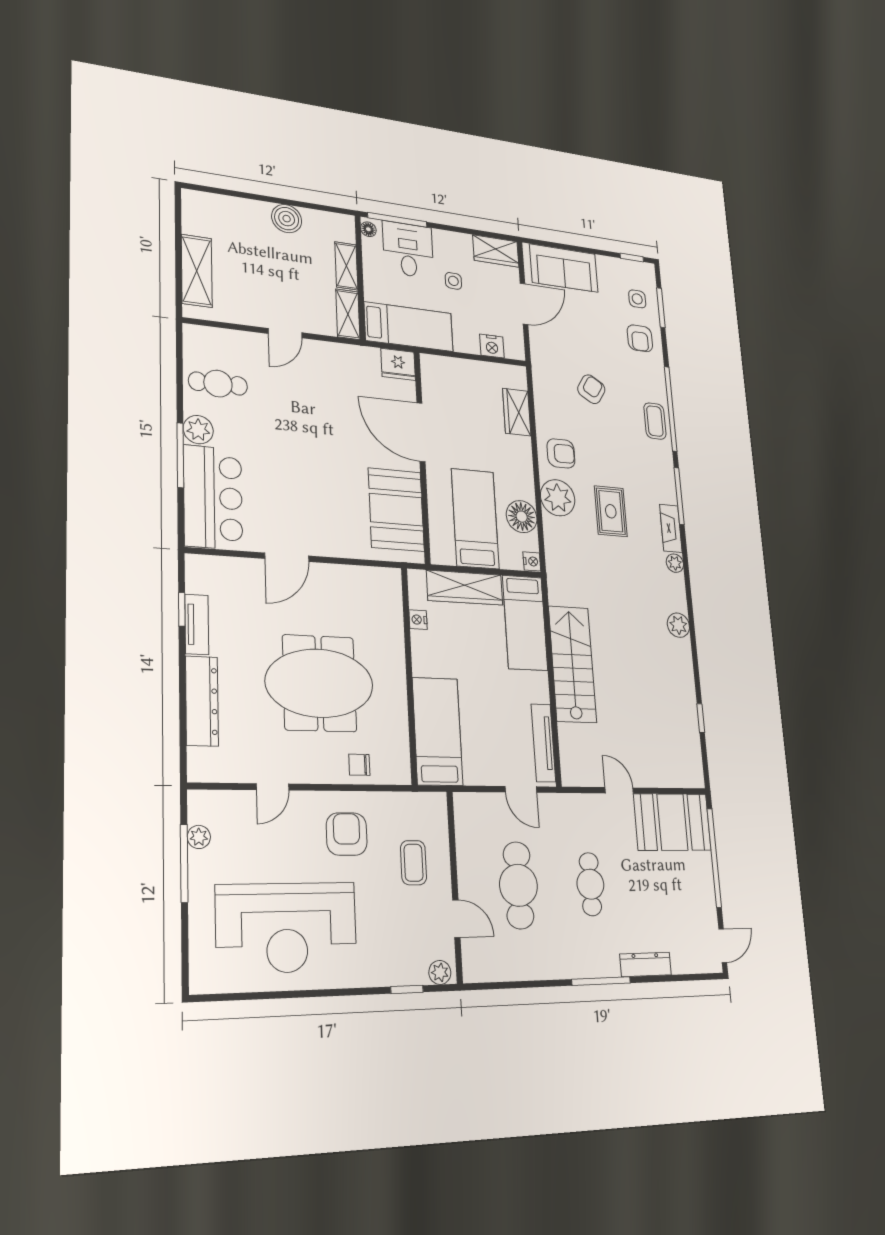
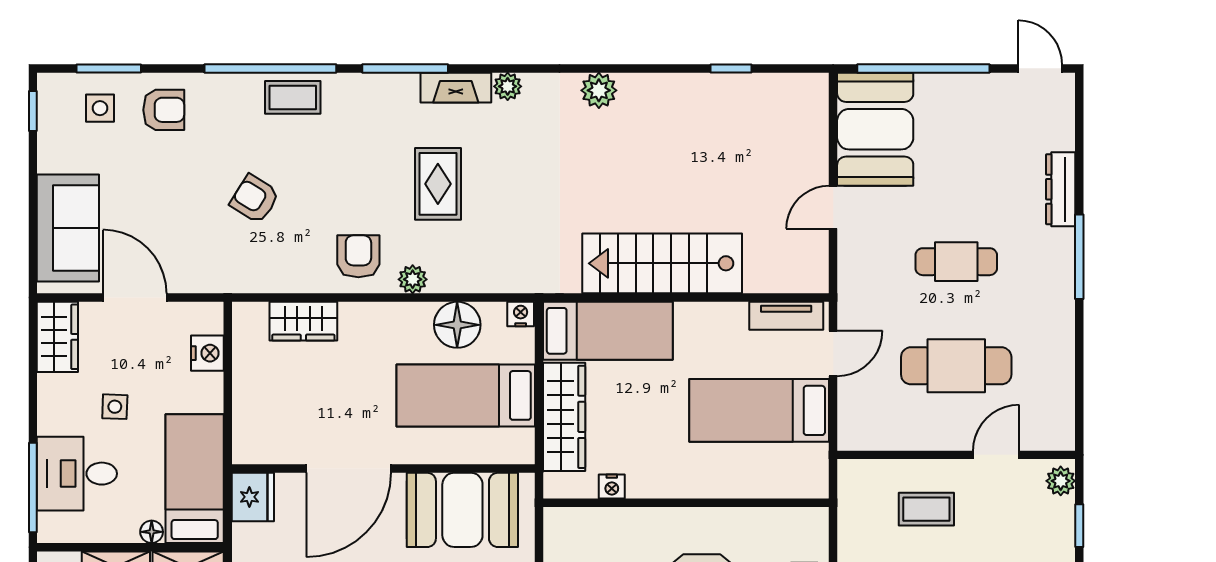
floor lamp: (368, 229) -> (152, 532), moved
plant: (558, 498) -> (413, 279), width x0.53, depth x0.53
rug: (611, 511) -> (438, 184), turned 90
bed: (437, 731) -> (759, 410), moved
tv unit: (543, 743) -> (786, 316), width x0.71

